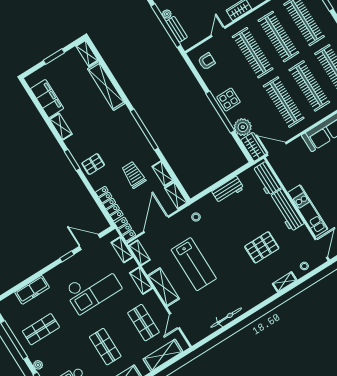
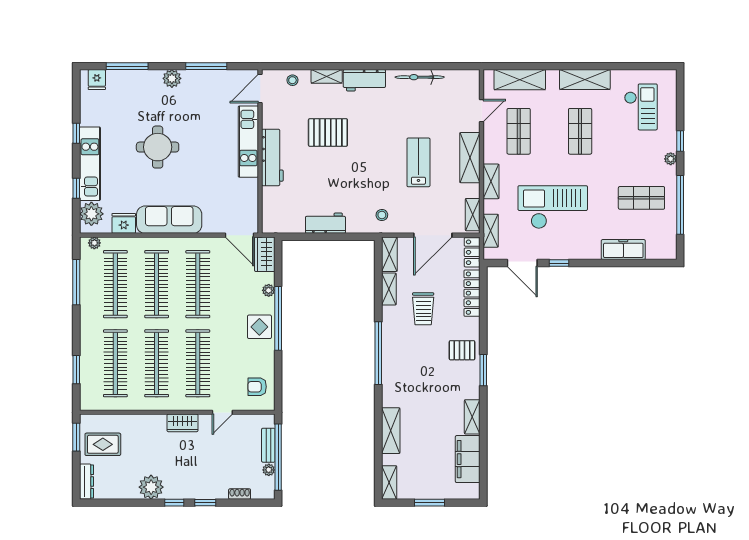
shelving: (106, 86) -> (391, 431), width x0.68
plant: (243, 127) -> (269, 290), width x0.53, depth x0.53
workbench: (267, 179) -> (364, 80), moved, turned 90
lab bench: (194, 264) -> (418, 162), width x0.73, depth x0.72

